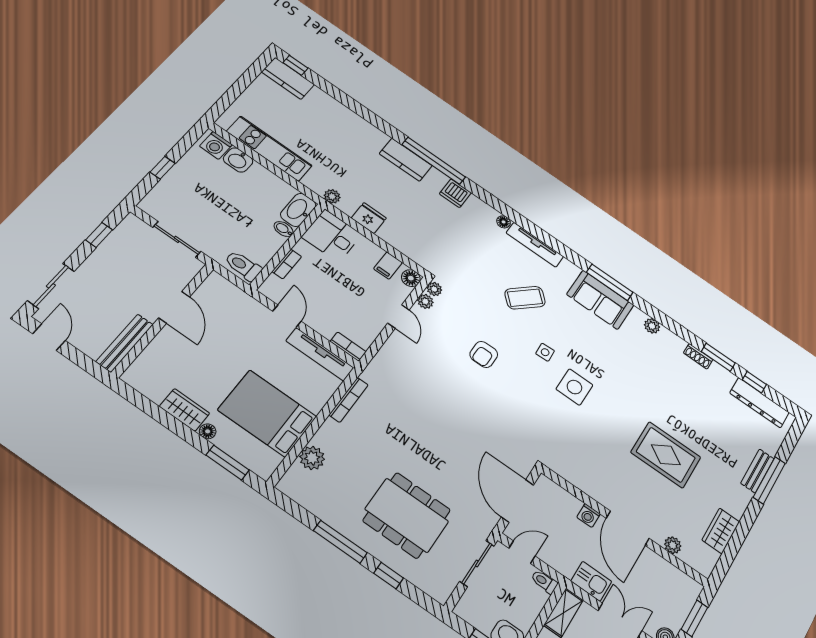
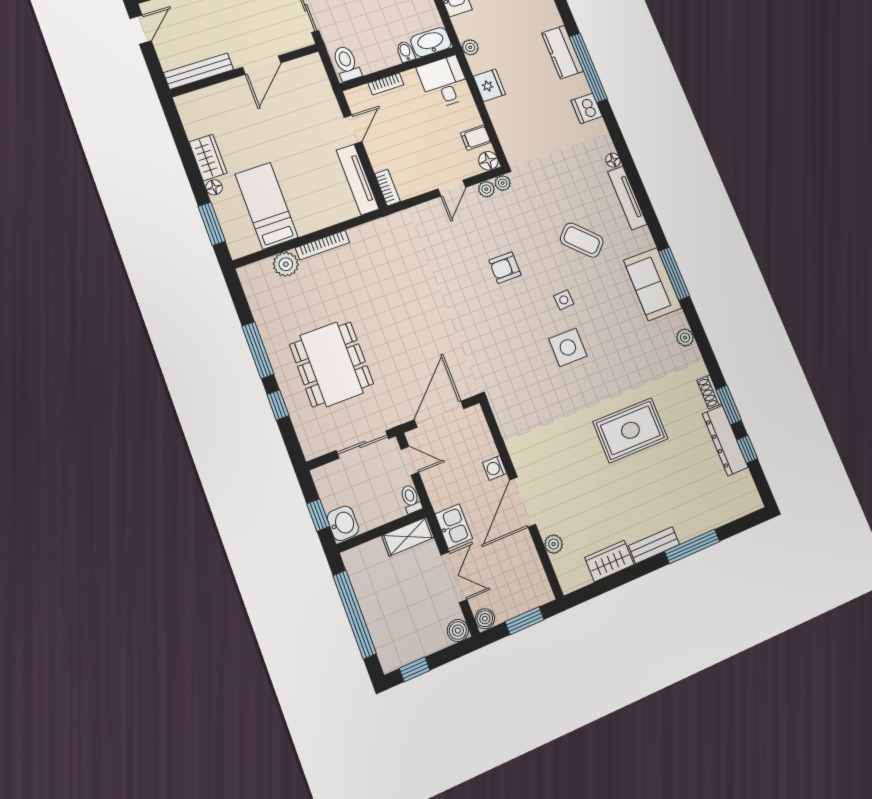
bookcase: (349, 400) -> (322, 245), moved
dresser: (759, 403) -> (725, 441), moved
bed: (267, 413) -> (267, 206), width x0.67
rug: (666, 455) -> (630, 430), moved, turned 90
bench: (757, 471) -> (654, 545), moved

